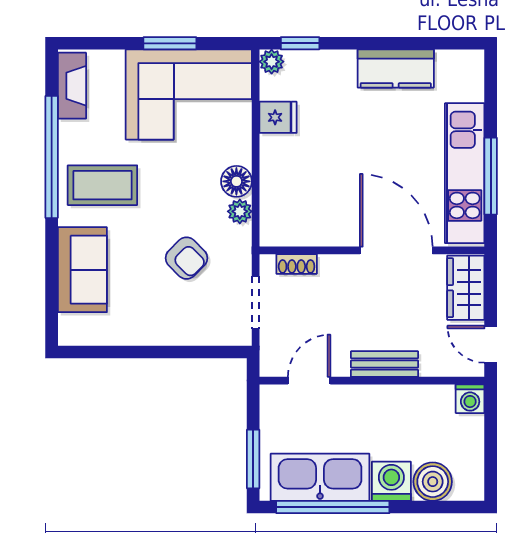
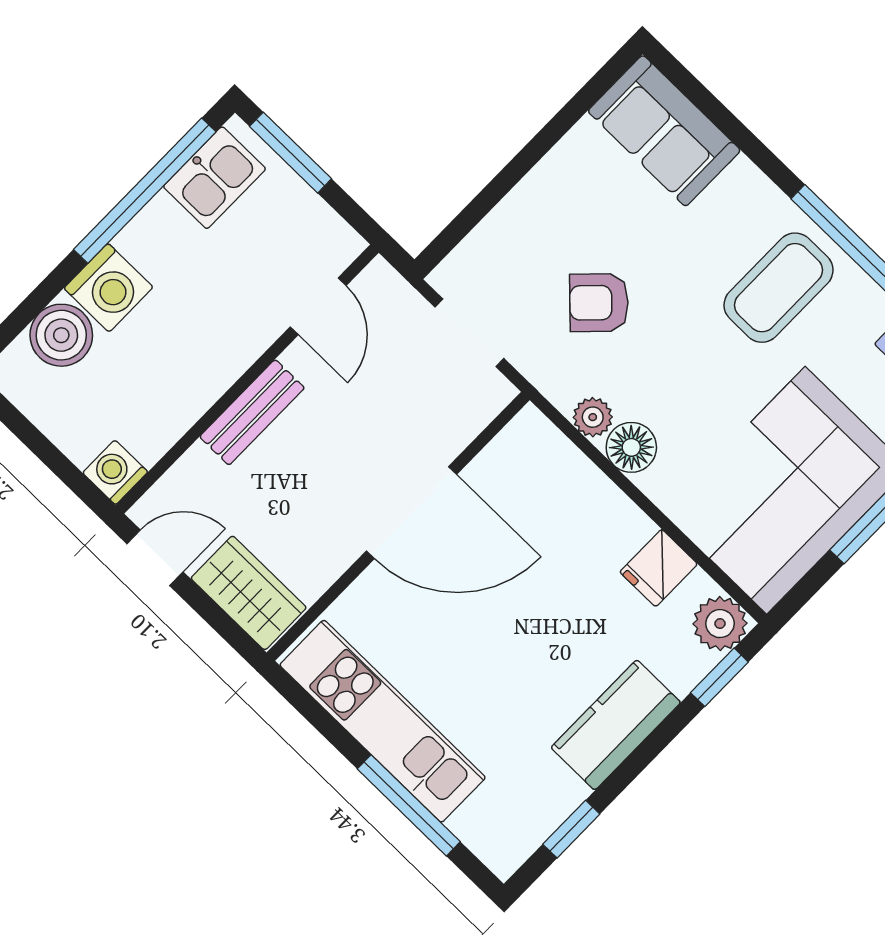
window: (431, 43) -> (571, 829), added
plant: (272, 62) -> (720, 624), width x1.38, depth x1.38
kitchen counter: (396, 69) -> (616, 725), moved
window: (491, 176) -> (409, 805), moved
door: (396, 250) -> (411, 513), moved
shoe rack: (297, 264) -> (468, 424), removed
sofa: (82, 270) -> (664, 131), moved
kitchen sink: (320, 477) -> (215, 178), width x0.53, depth x0.81

